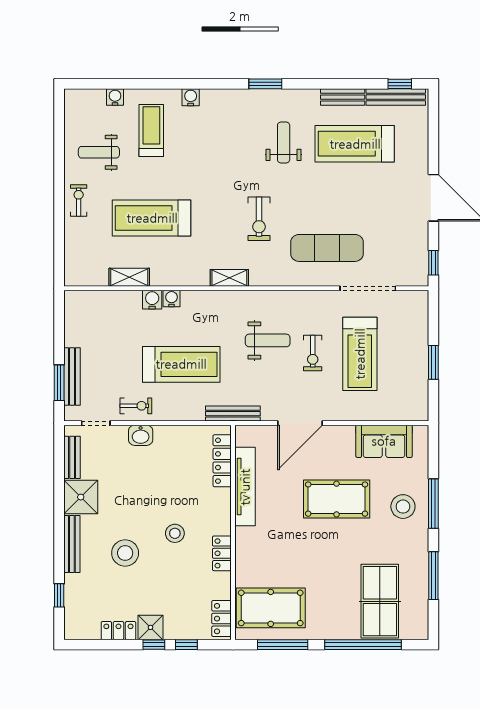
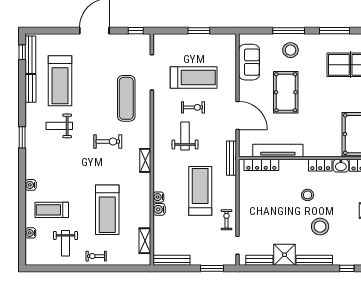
shelving: (129, 277) -> (145, 241), moved
bench: (72, 376) -> (171, 260), moved
washbasin: (141, 435) -> (341, 166), moved, turned 90

